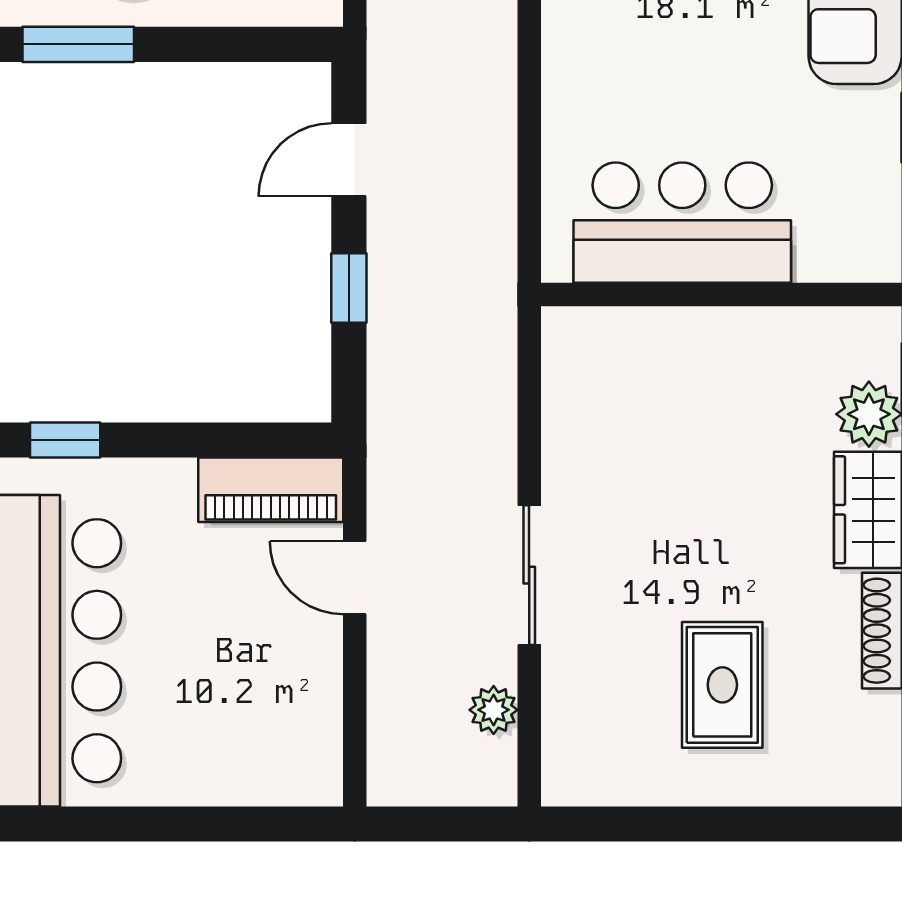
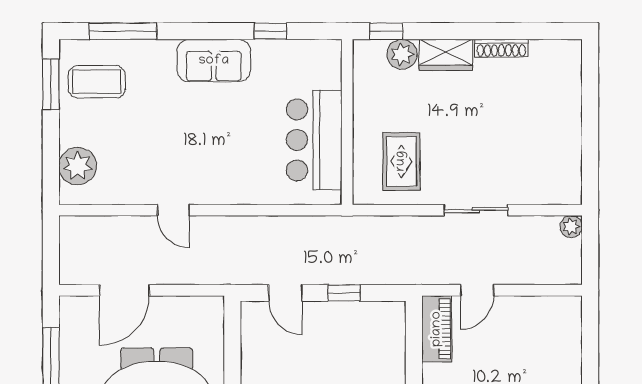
rug: (722, 685) -> (401, 161), moved, turned 90
plant: (494, 710) -> (571, 227), moved

